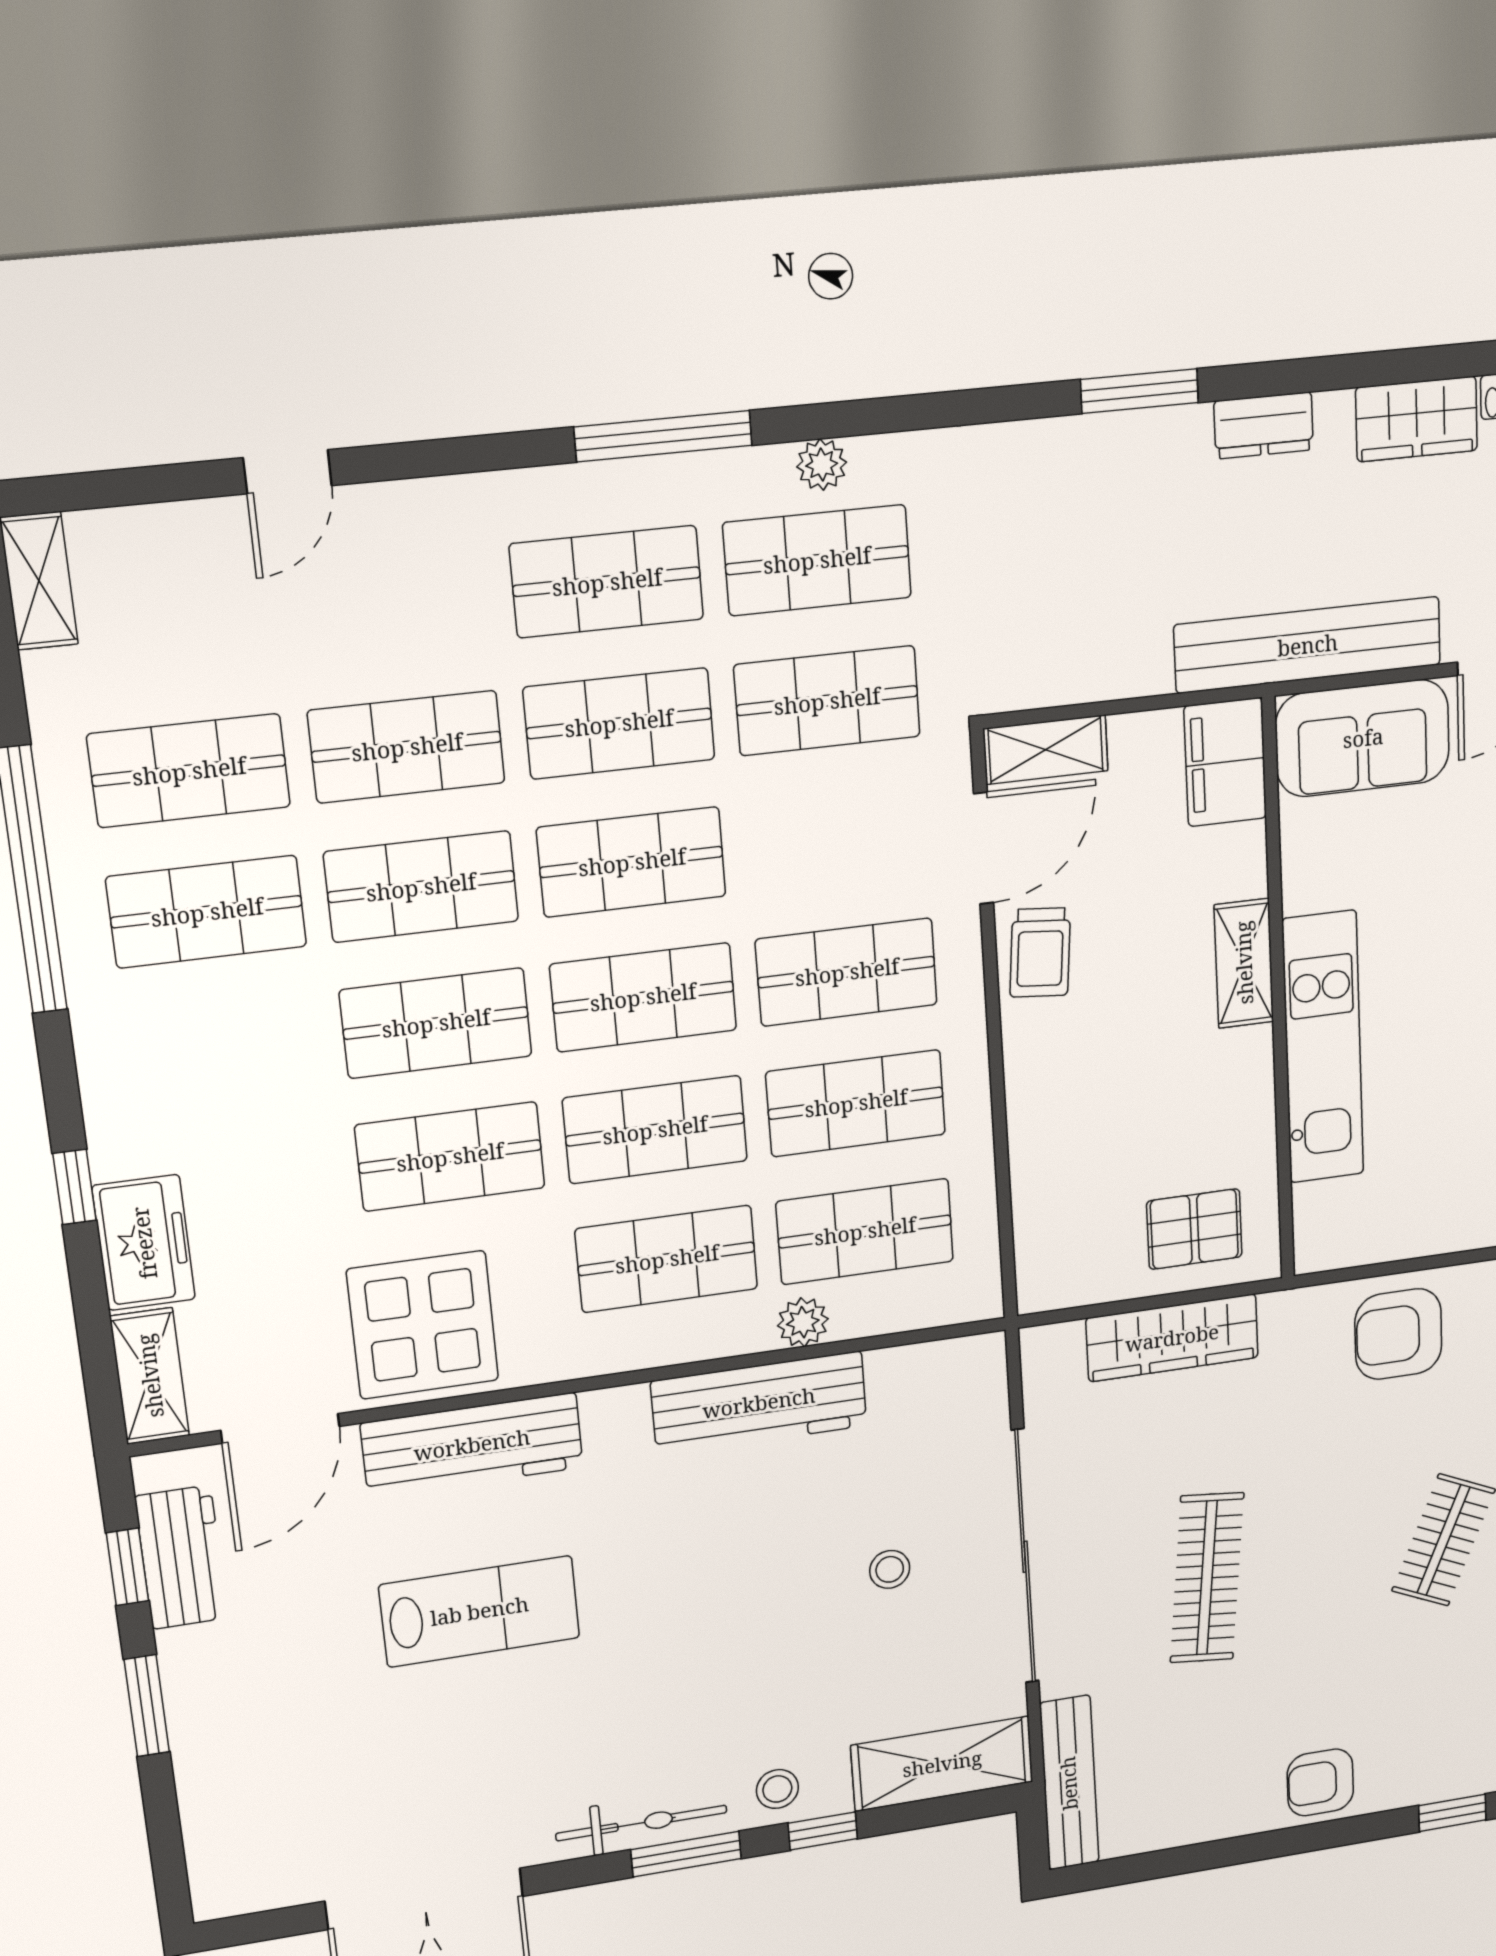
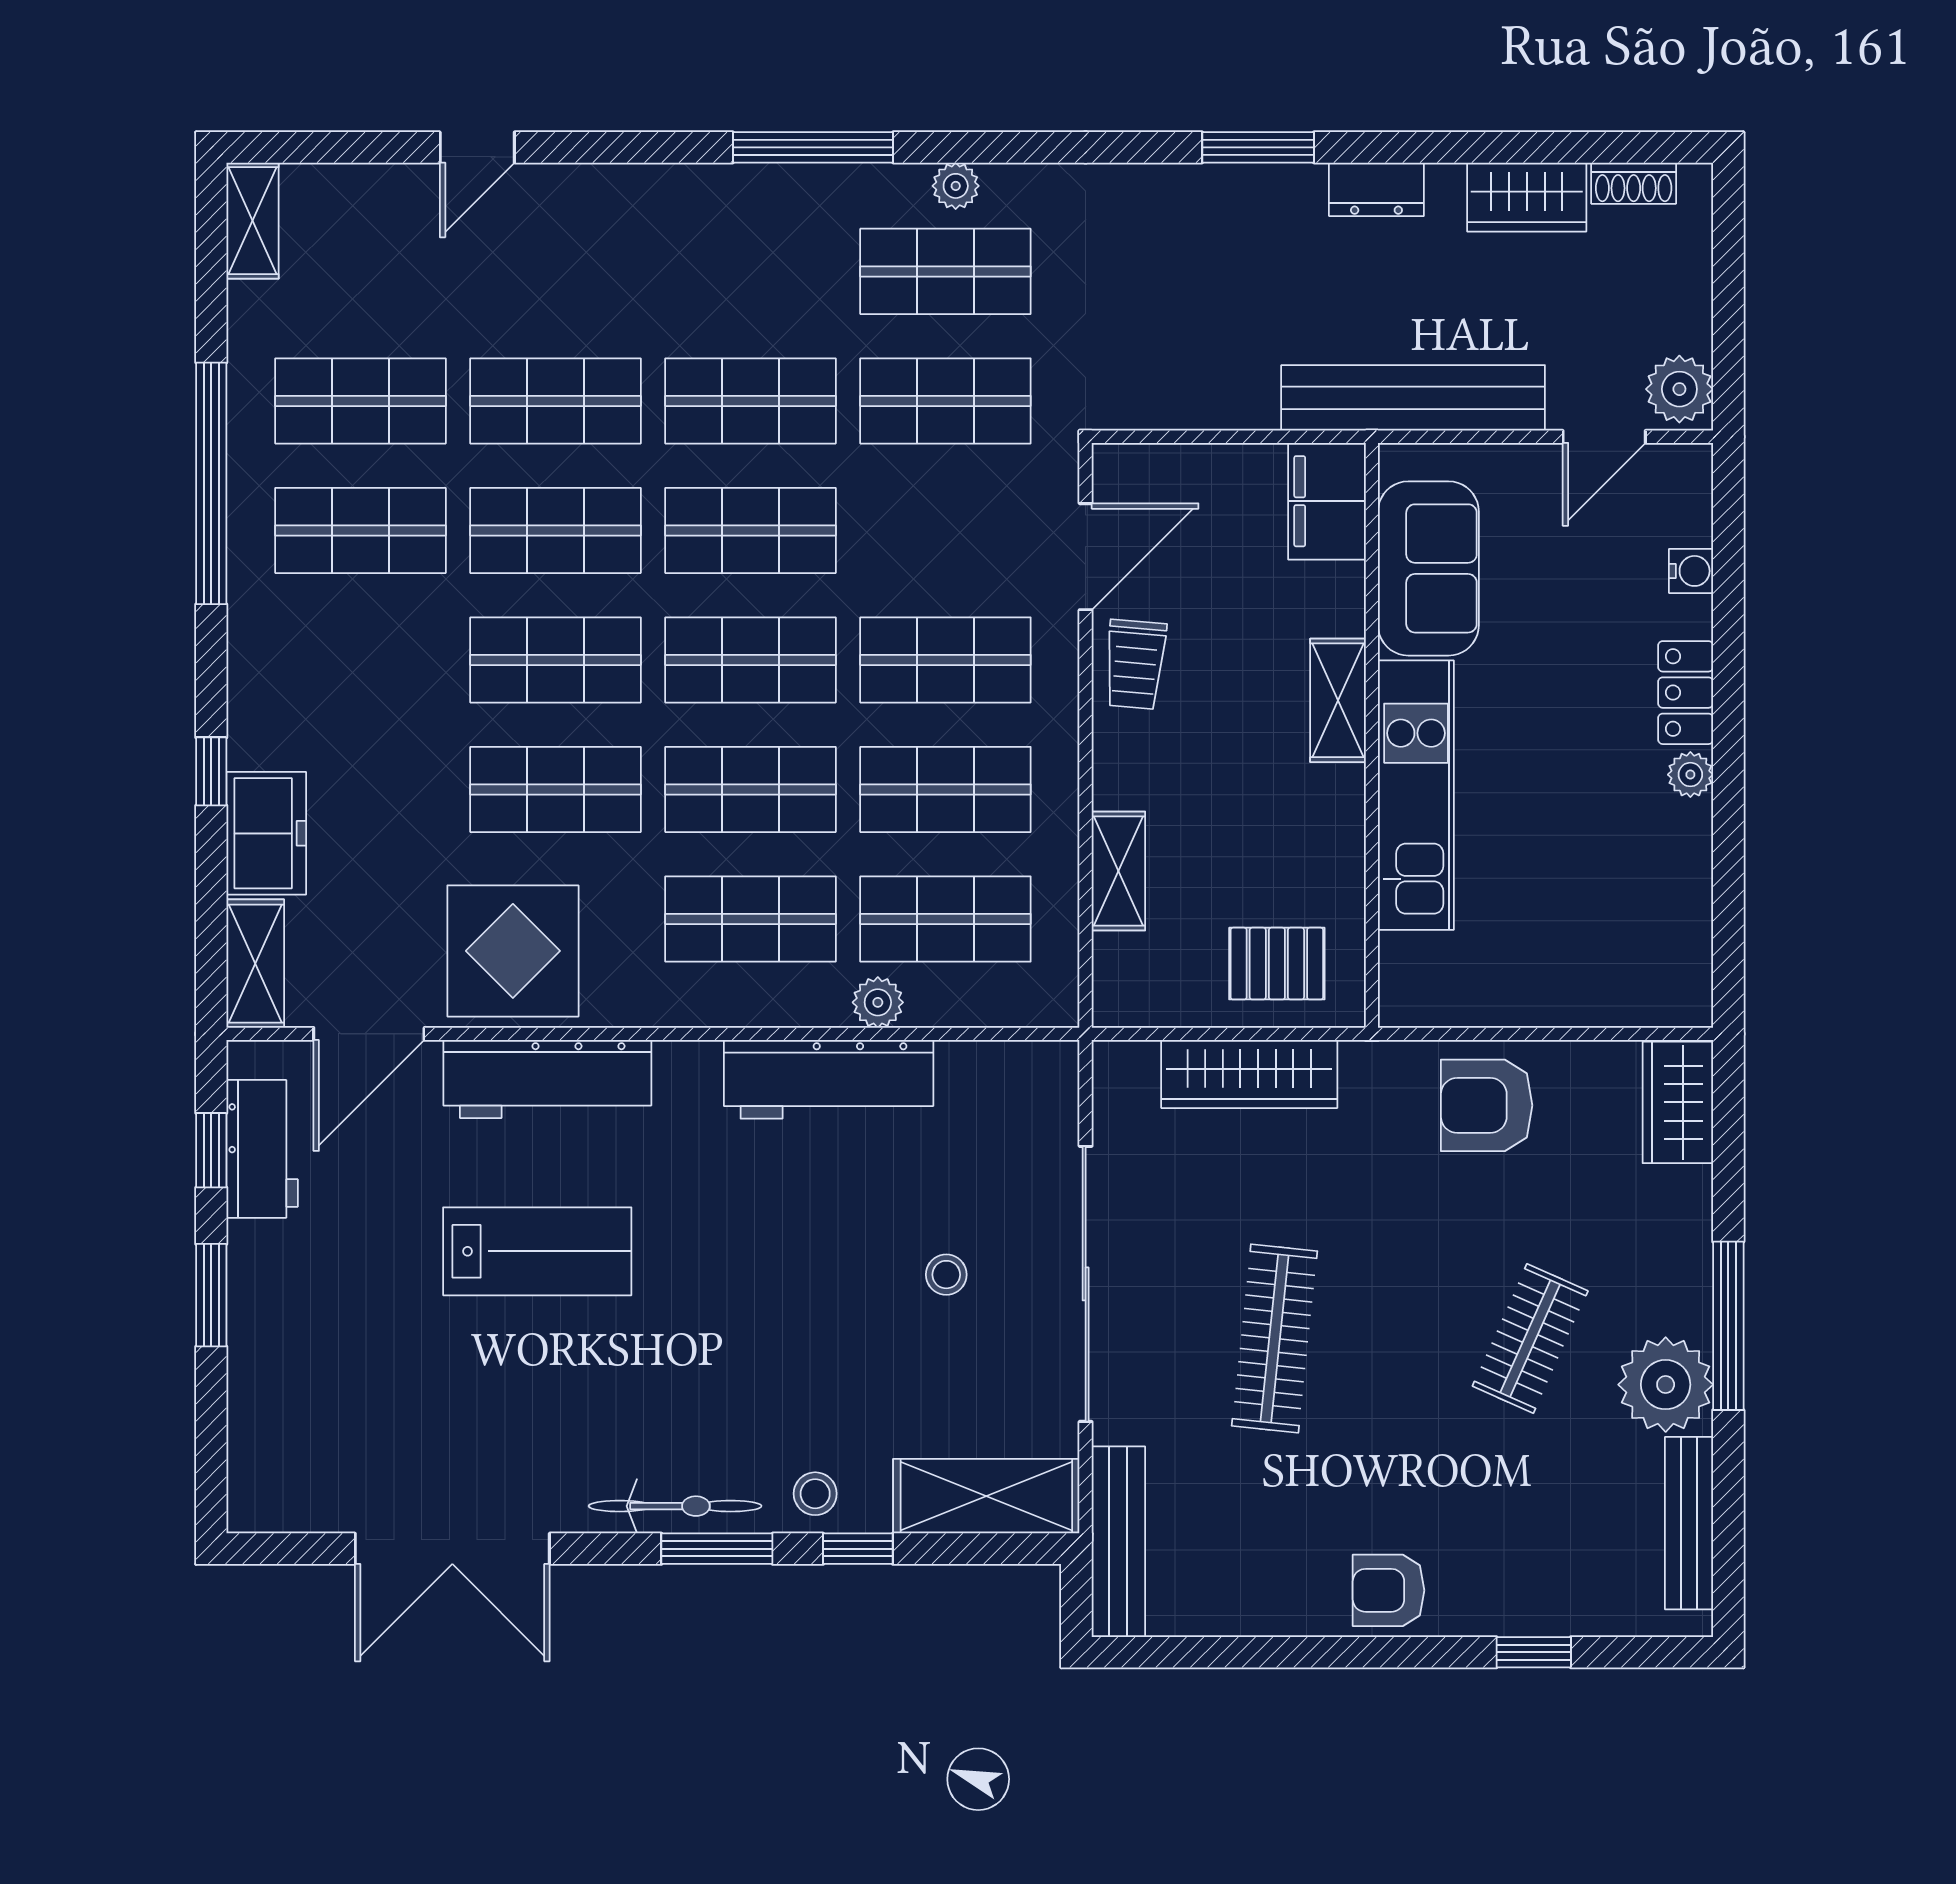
shop shelf: (607, 582) -> (750, 271), removed
sofa: (1363, 738) -> (1428, 568), moved, turned -90
shelving: (1046, 750) -> (1118, 871), moved, turned 90

